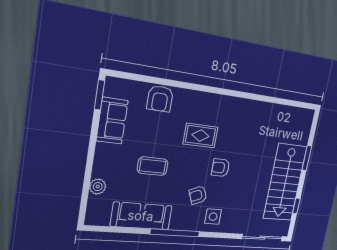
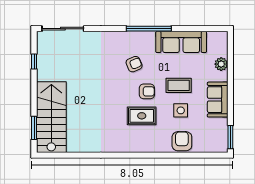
sofa: (112, 121) -> (218, 100), moved
window: (307, 158) -> (34, 128), moved
armchair: (221, 168) -> (147, 91), moved
stairs: (285, 182) -> (51, 117), moved
side table: (213, 217) -> (181, 110), moved

